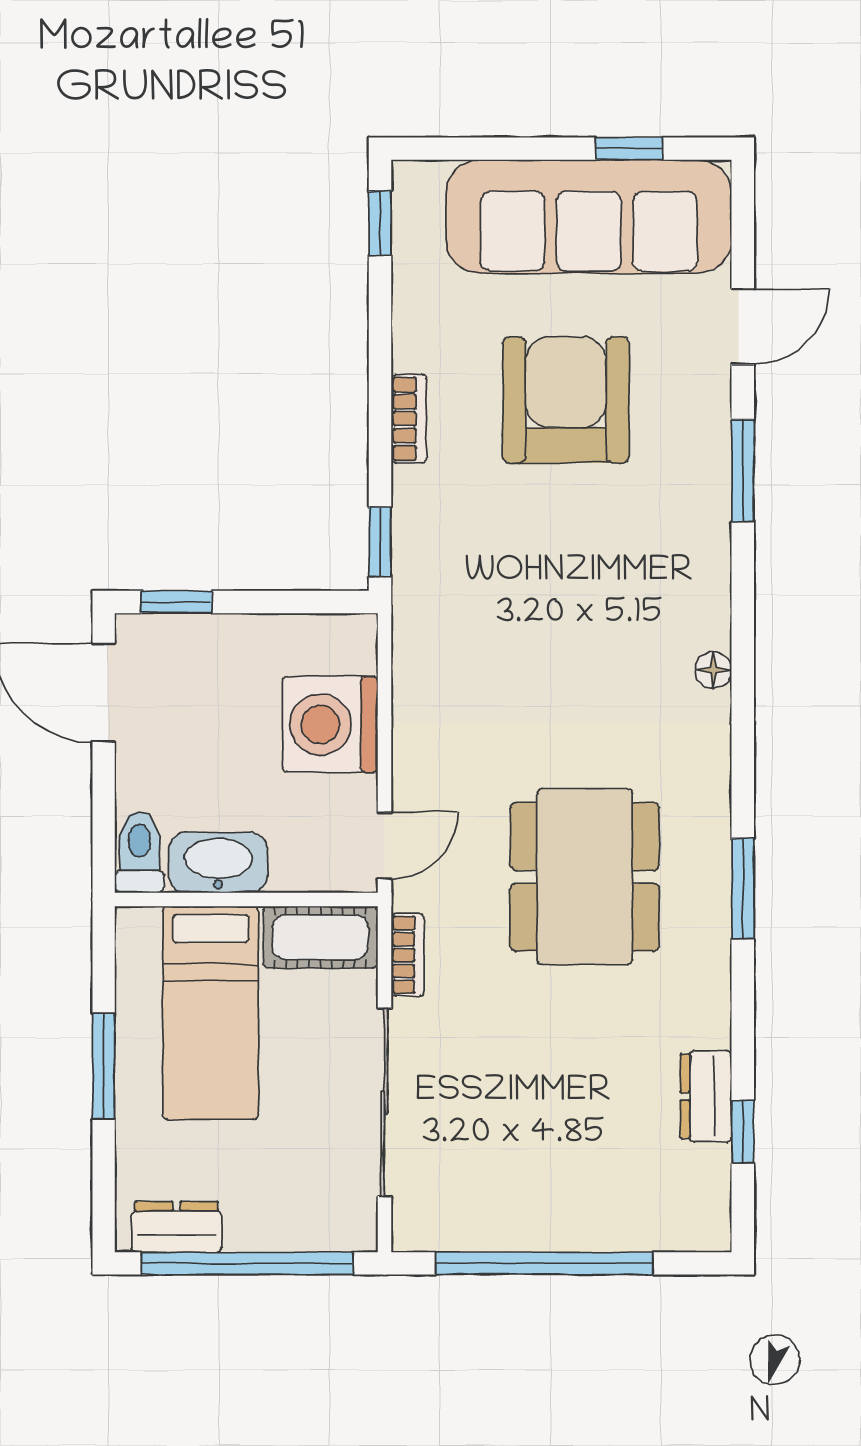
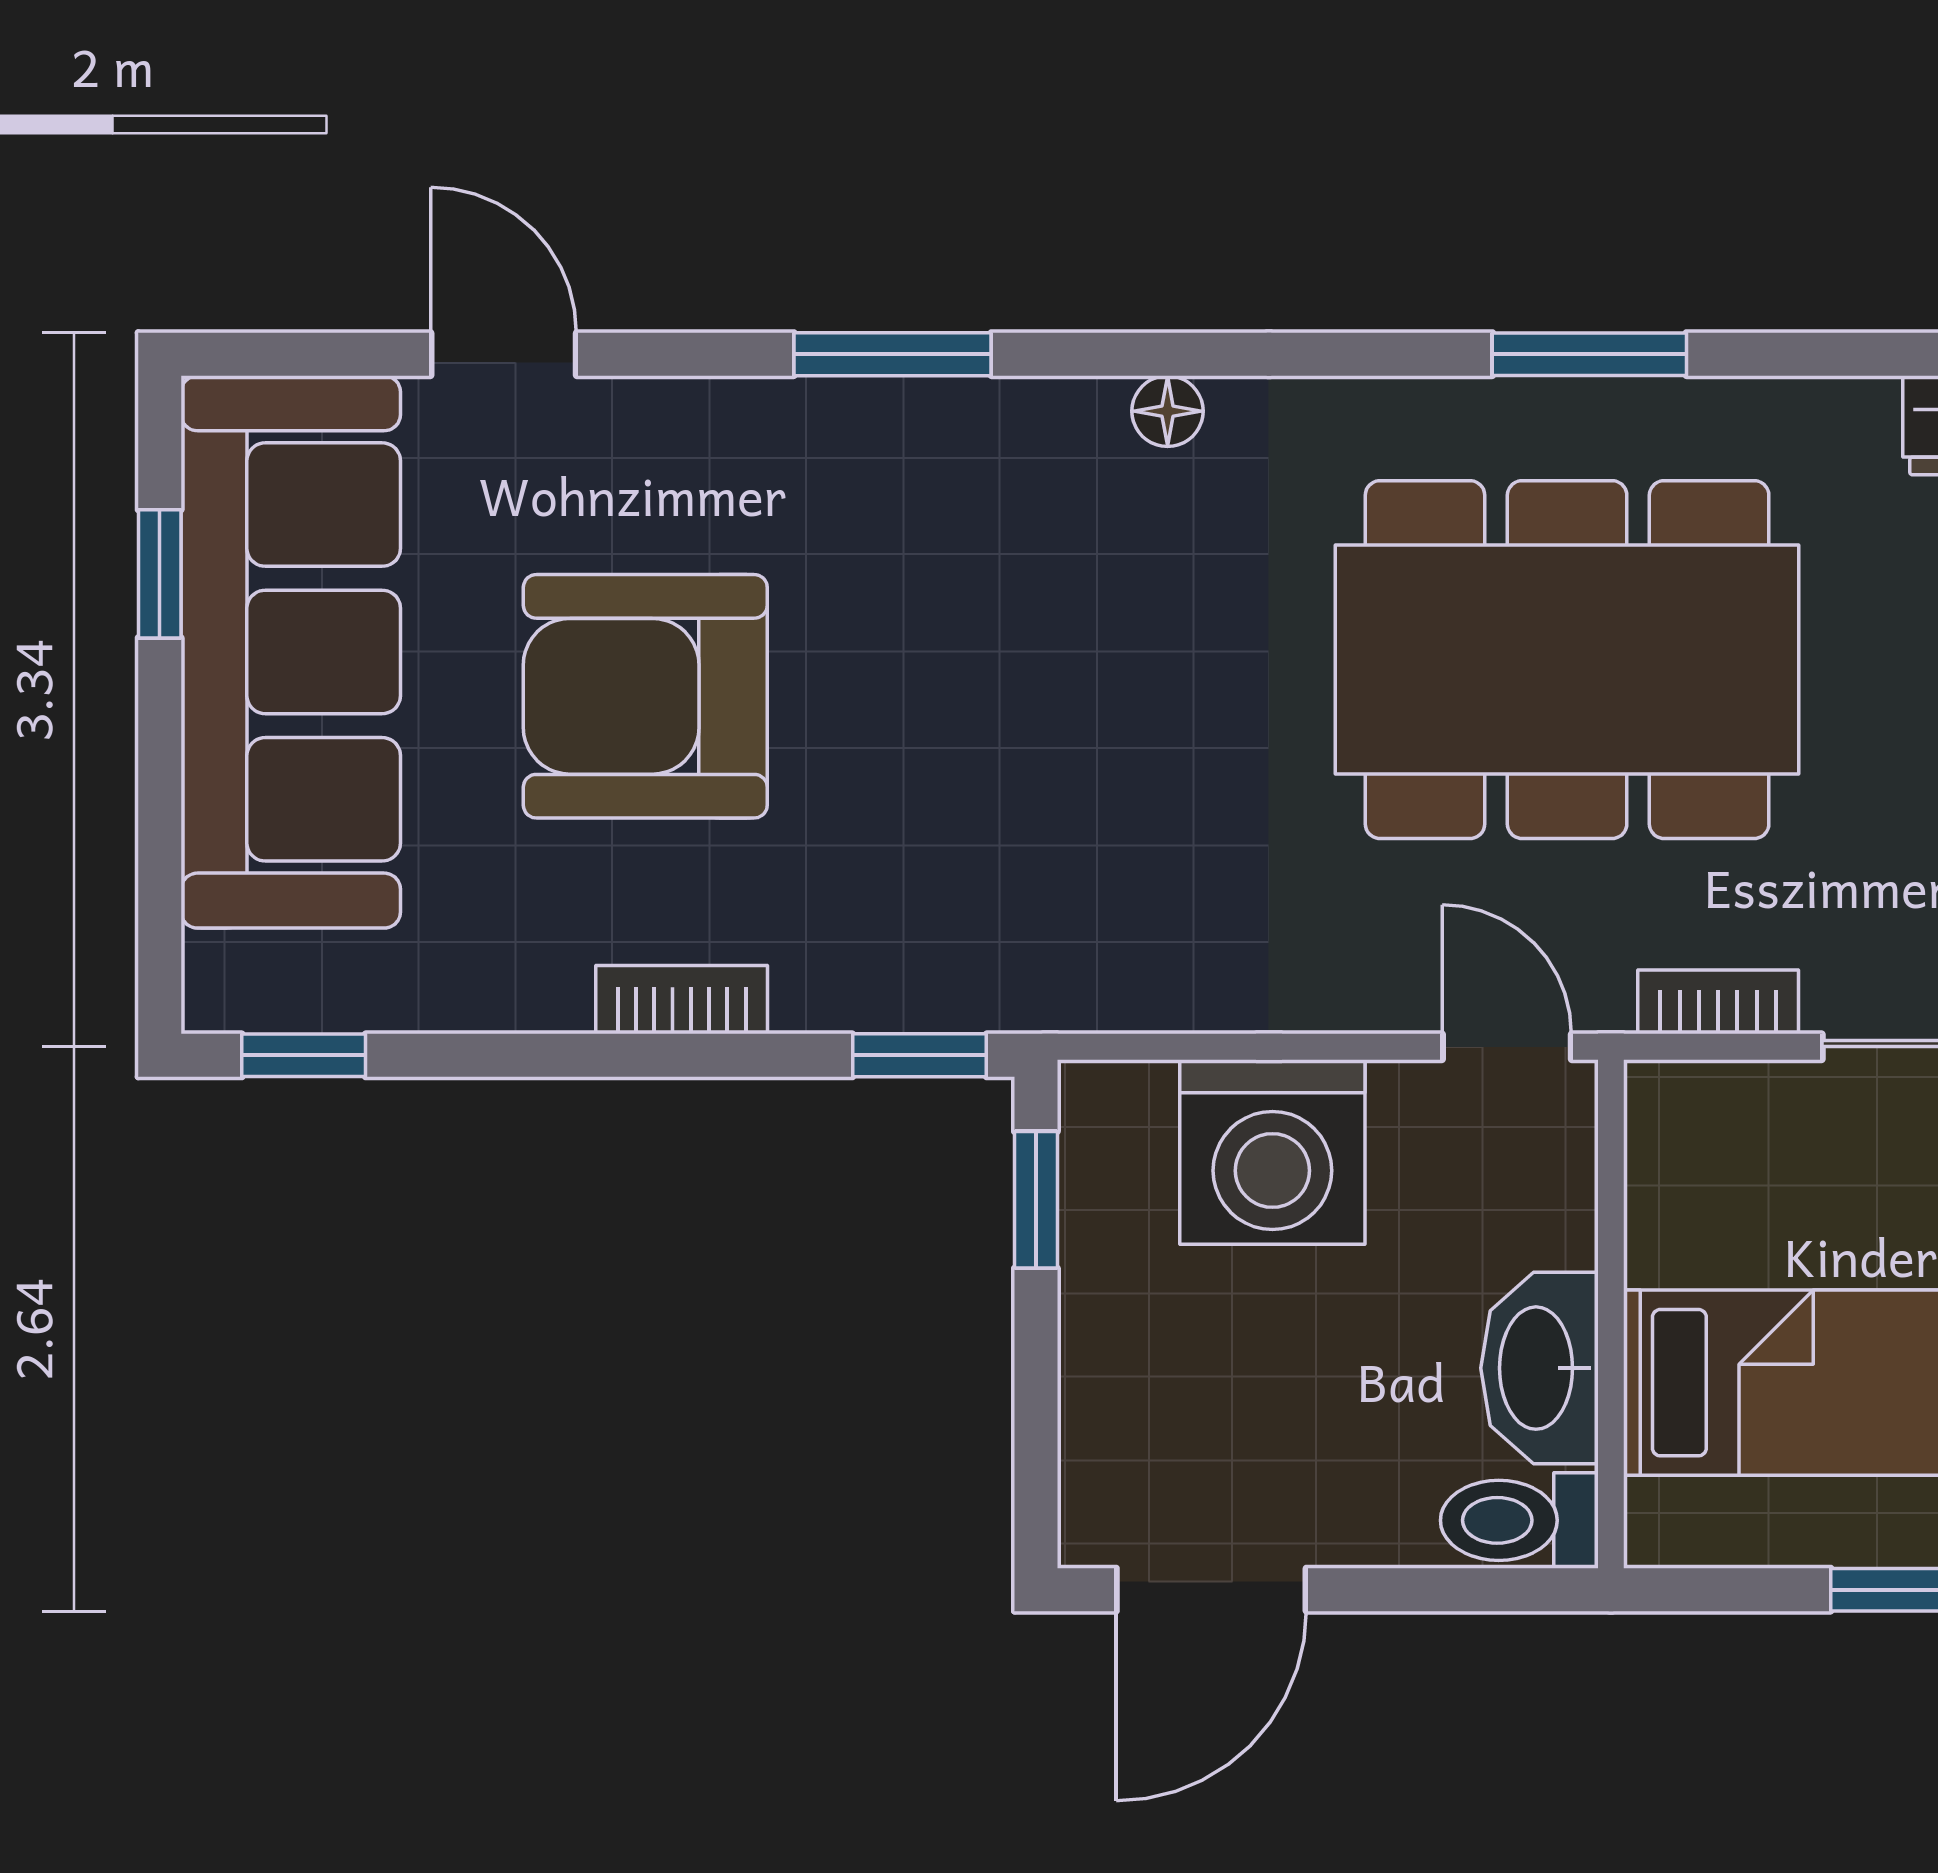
window: (743, 471) -> (893, 354), moved
window: (177, 602) -> (1036, 1200), moved
dining table: (585, 877) -> (1567, 660), width x1.36, depth x1.24
cot: (320, 937) -> (1684, 1171), removed

